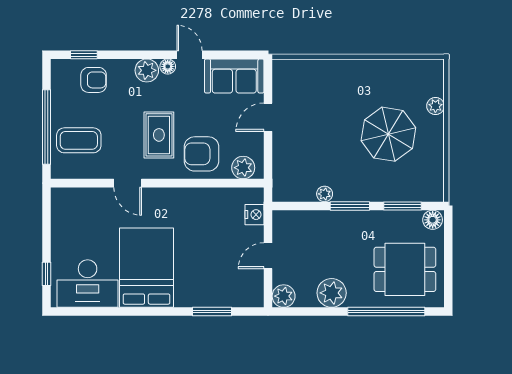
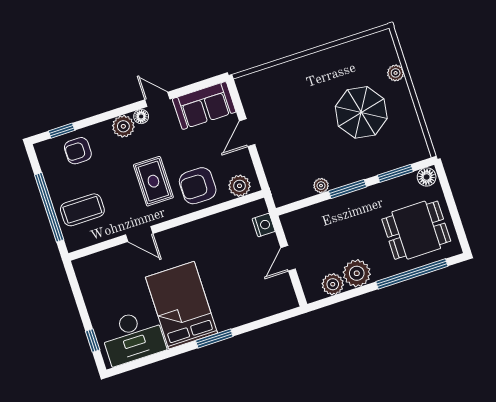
armchair: (94, 80) -> (78, 151), turned 180
plant: (284, 296) -> (333, 284), moved
window: (212, 312) -> (214, 339), moved

